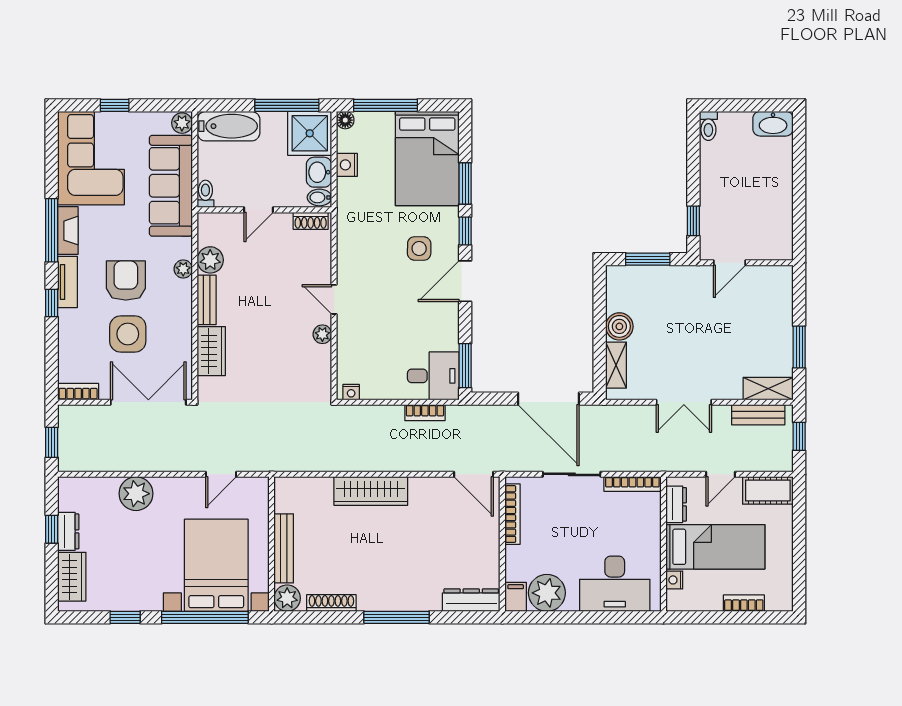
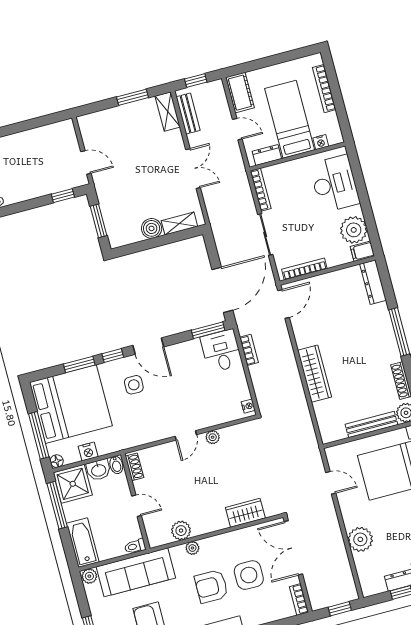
bed: (427, 159) -> (71, 404), width x1.36
bench: (207, 300) -> (210, 526), removed
door: (549, 399) -> (222, 290), moved
bookcase: (744, 603) -> (324, 89), width x1.56

